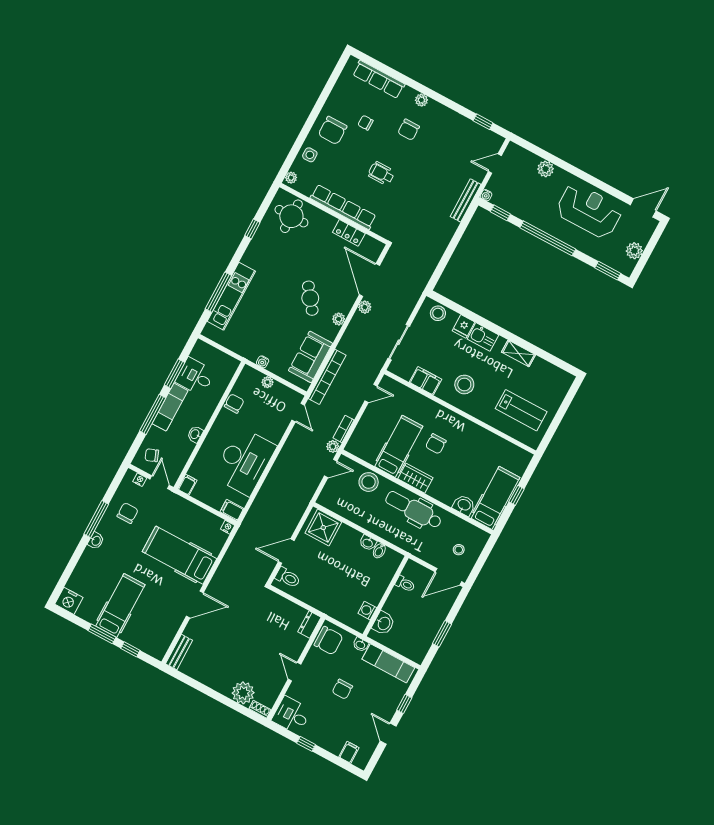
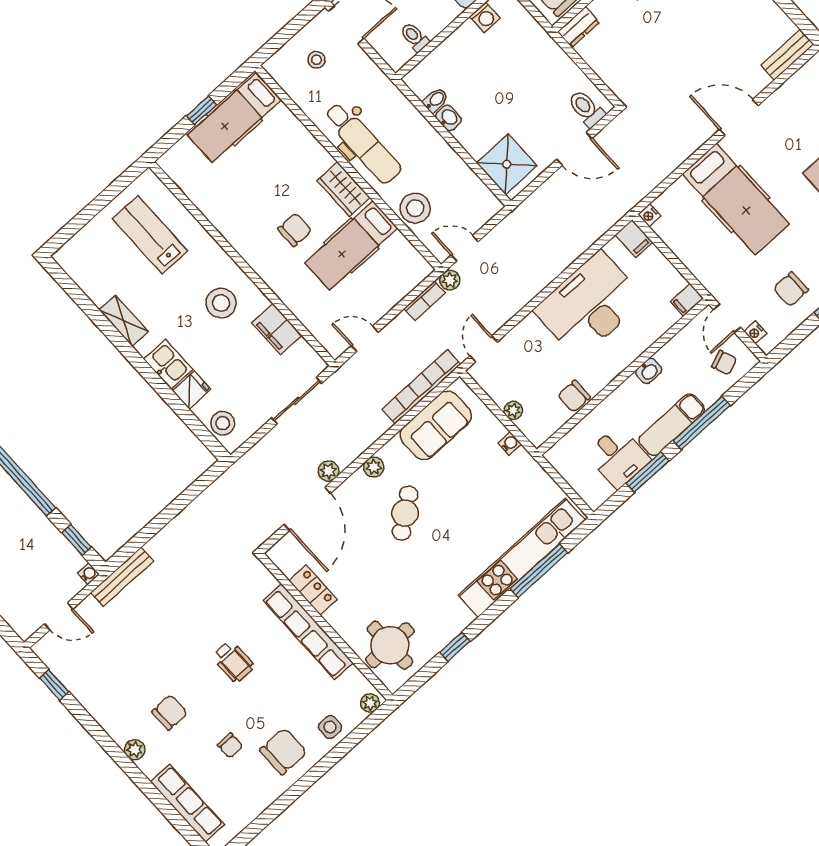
kitchen unit: (231, 296) -> (522, 558), width x1.36
washbasin: (464, 505) -> (285, 123), removed

